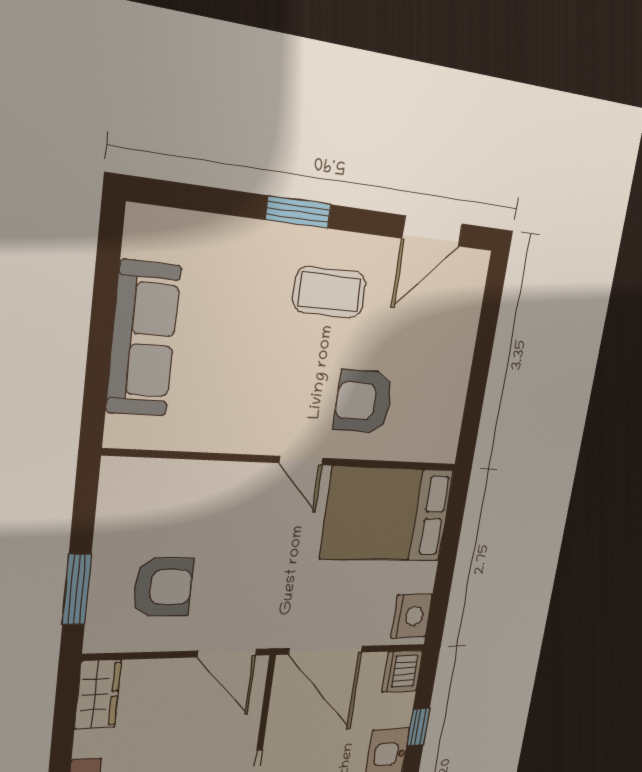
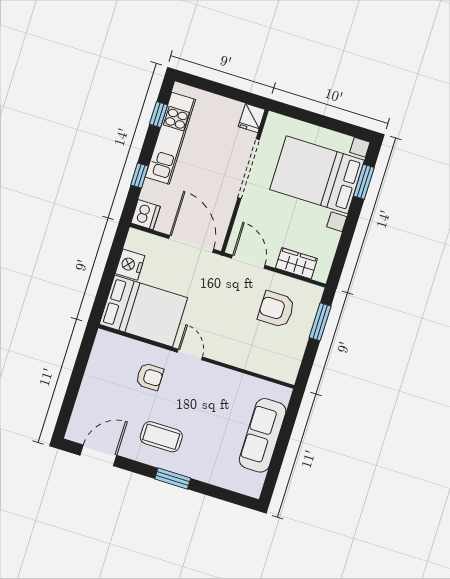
armchair: (363, 401) -> (150, 377), width x0.72, depth x0.72
nightstand: (412, 616) -> (130, 265), moved
wardrobe: (98, 694) -> (296, 263), moved, turned 90

